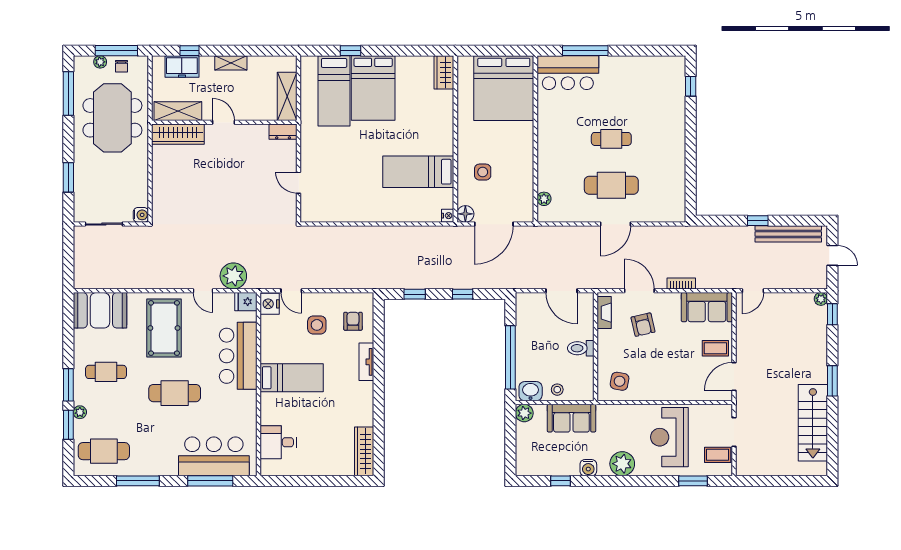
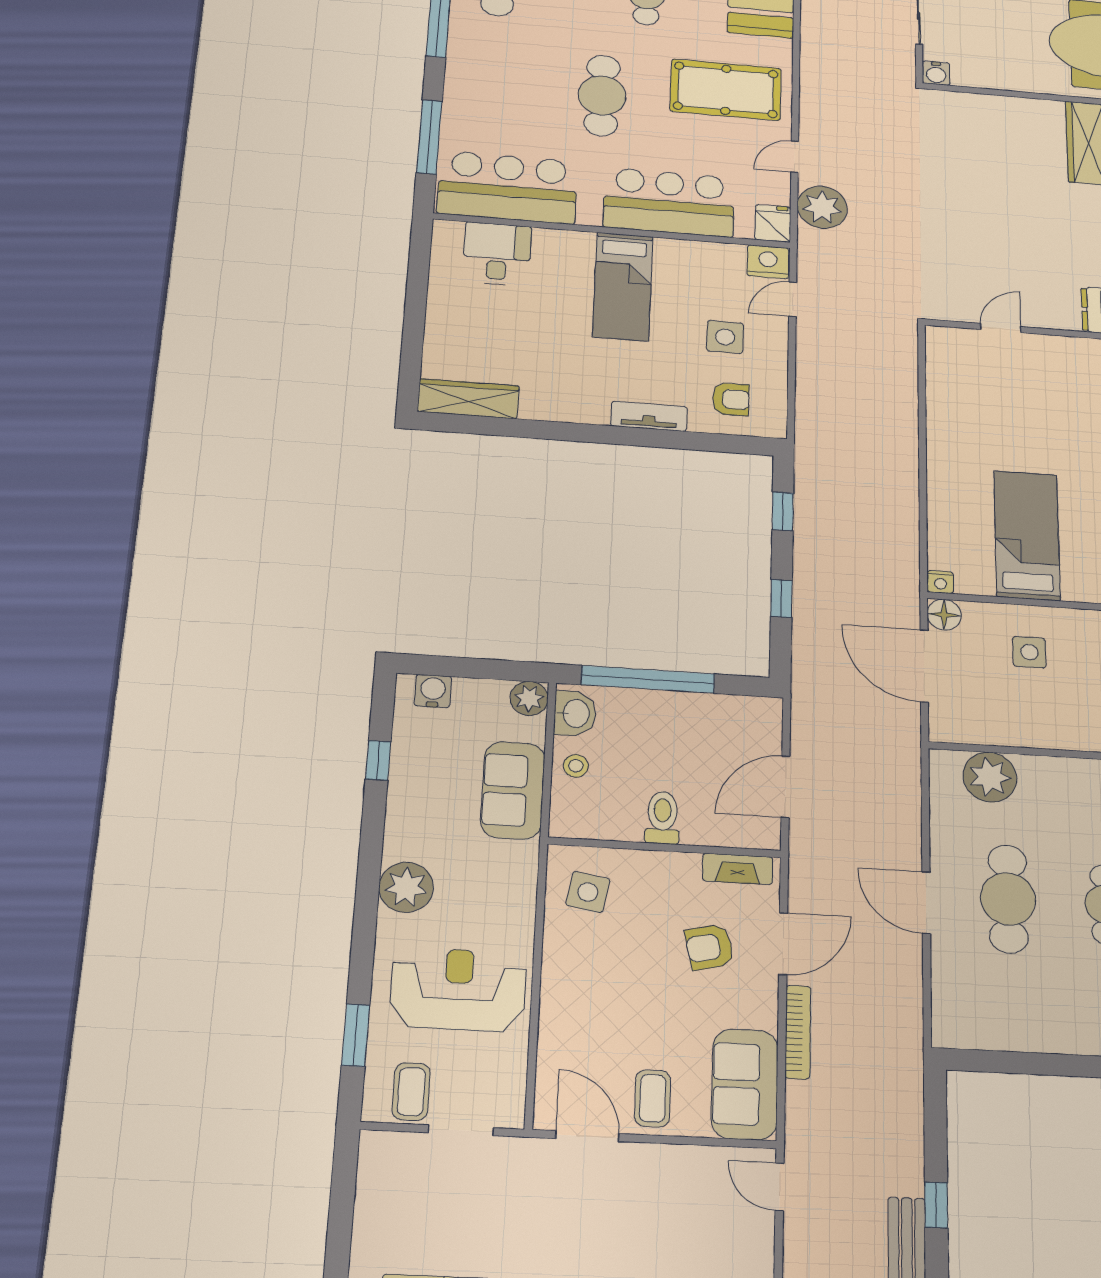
plant: (544, 199) -> (990, 777), width x1.87, depth x1.87
bookcase: (681, 283) -> (798, 1032), width x1.56
bar counter: (214, 456) -> (508, 187), moved, turned -90
water cooler: (588, 468) -> (433, 691), moved, turned 90

